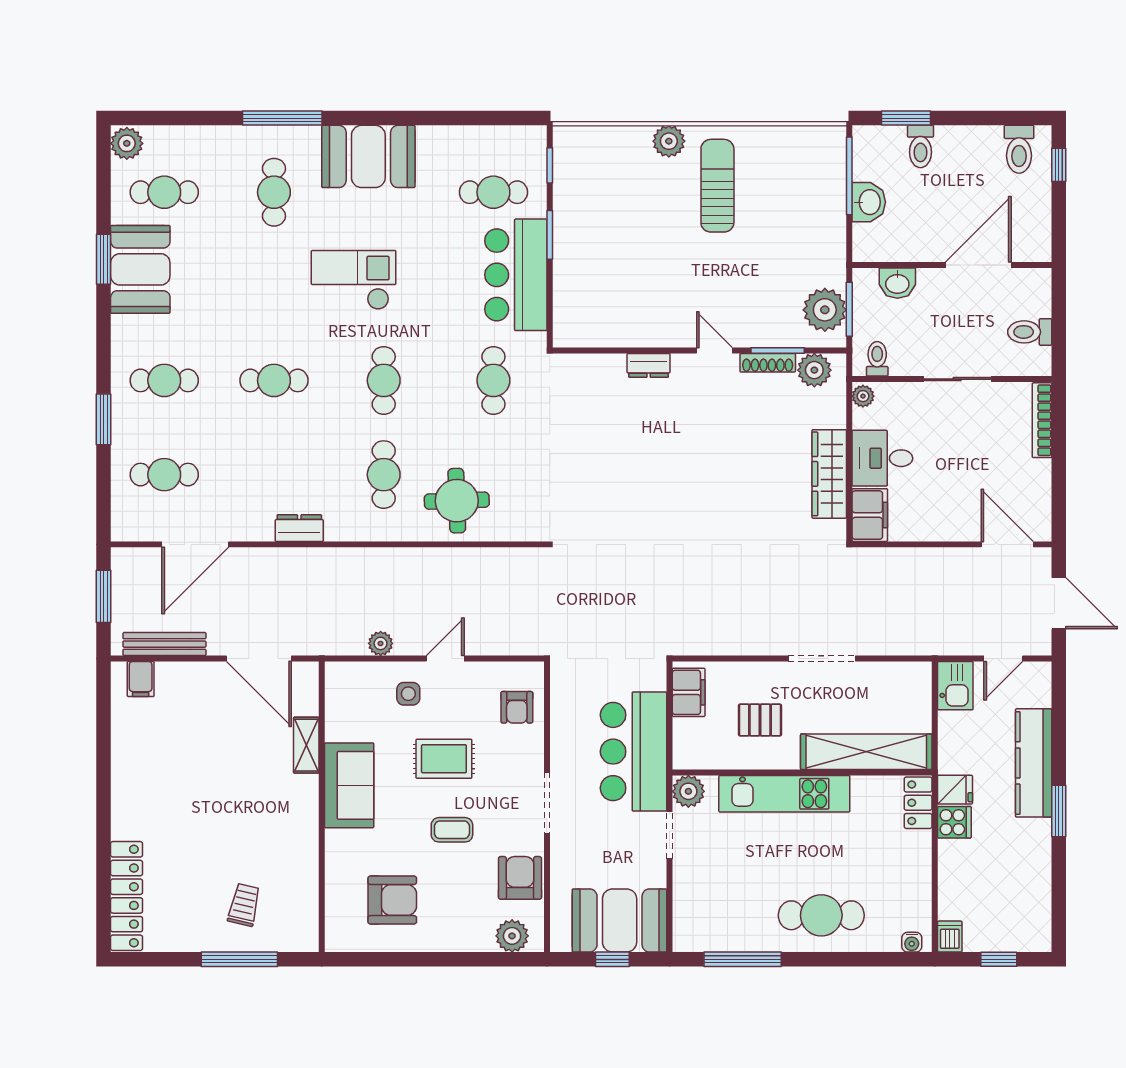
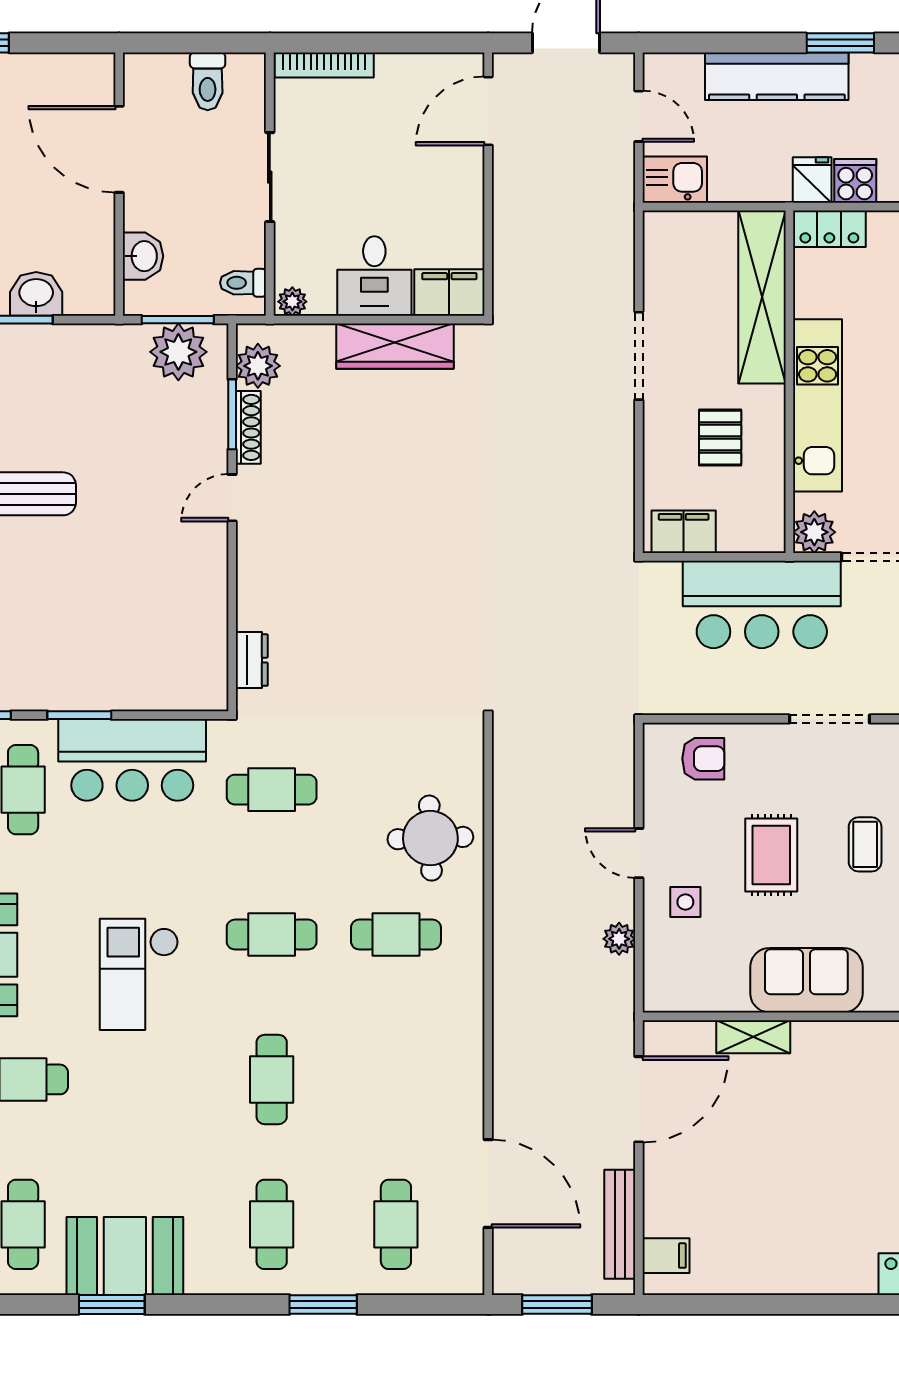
dresser: (649, 365) -> (252, 660), moved
dresser: (299, 528) -> (467, 1046), removed

